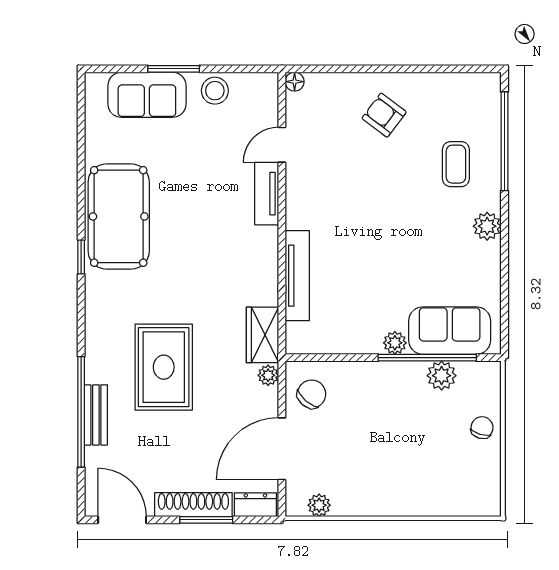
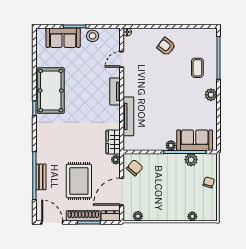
tv unit: (267, 194) -> (115, 91), moved
rug: (164, 367) -> (79, 181), moved
plant: (444, 506) -> (192, 216), added

